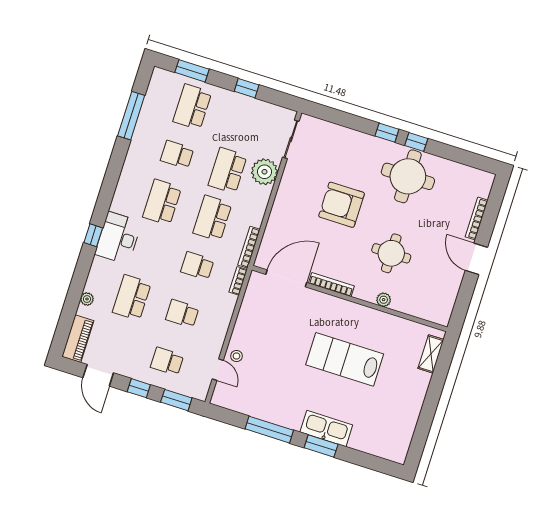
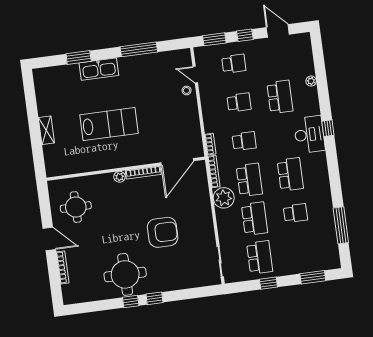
school desk: (192, 107) -> (260, 257), moved
plant: (264, 172) -> (224, 198), moved
round table: (391, 253) -> (76, 207), moved
plant: (384, 300) -> (119, 177), moved
piano: (78, 339) -> (304, 50), removed
shelving: (431, 354) -> (46, 130), moved
window: (321, 446) -> (79, 57), moved

